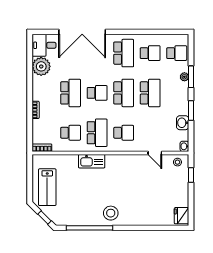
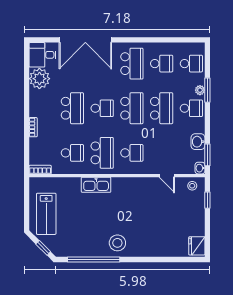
school desk: (177, 93) -> (191, 108), added
window: (191, 110) -> (207, 155), moved

